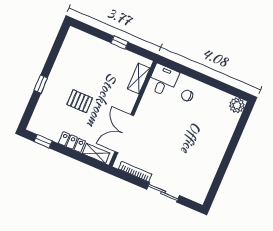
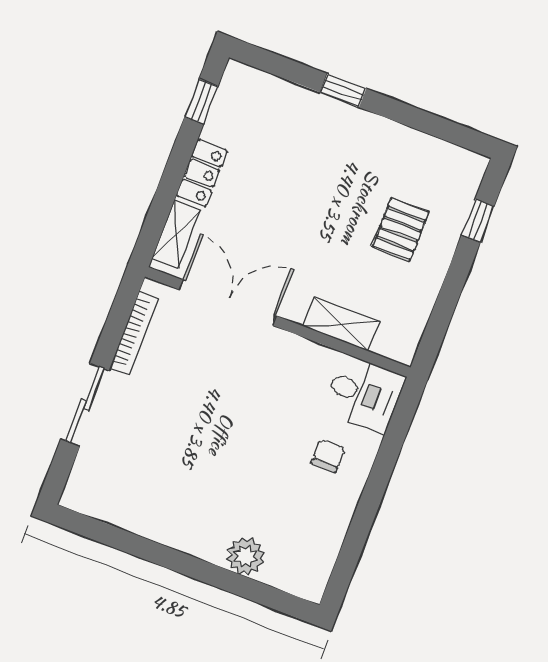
window: (120, 43) -> (478, 221), moved
shelving: (139, 78) -> (341, 324), moved
pallet: (80, 101) -> (401, 229), moved
plant: (237, 105) -> (245, 556), moved

